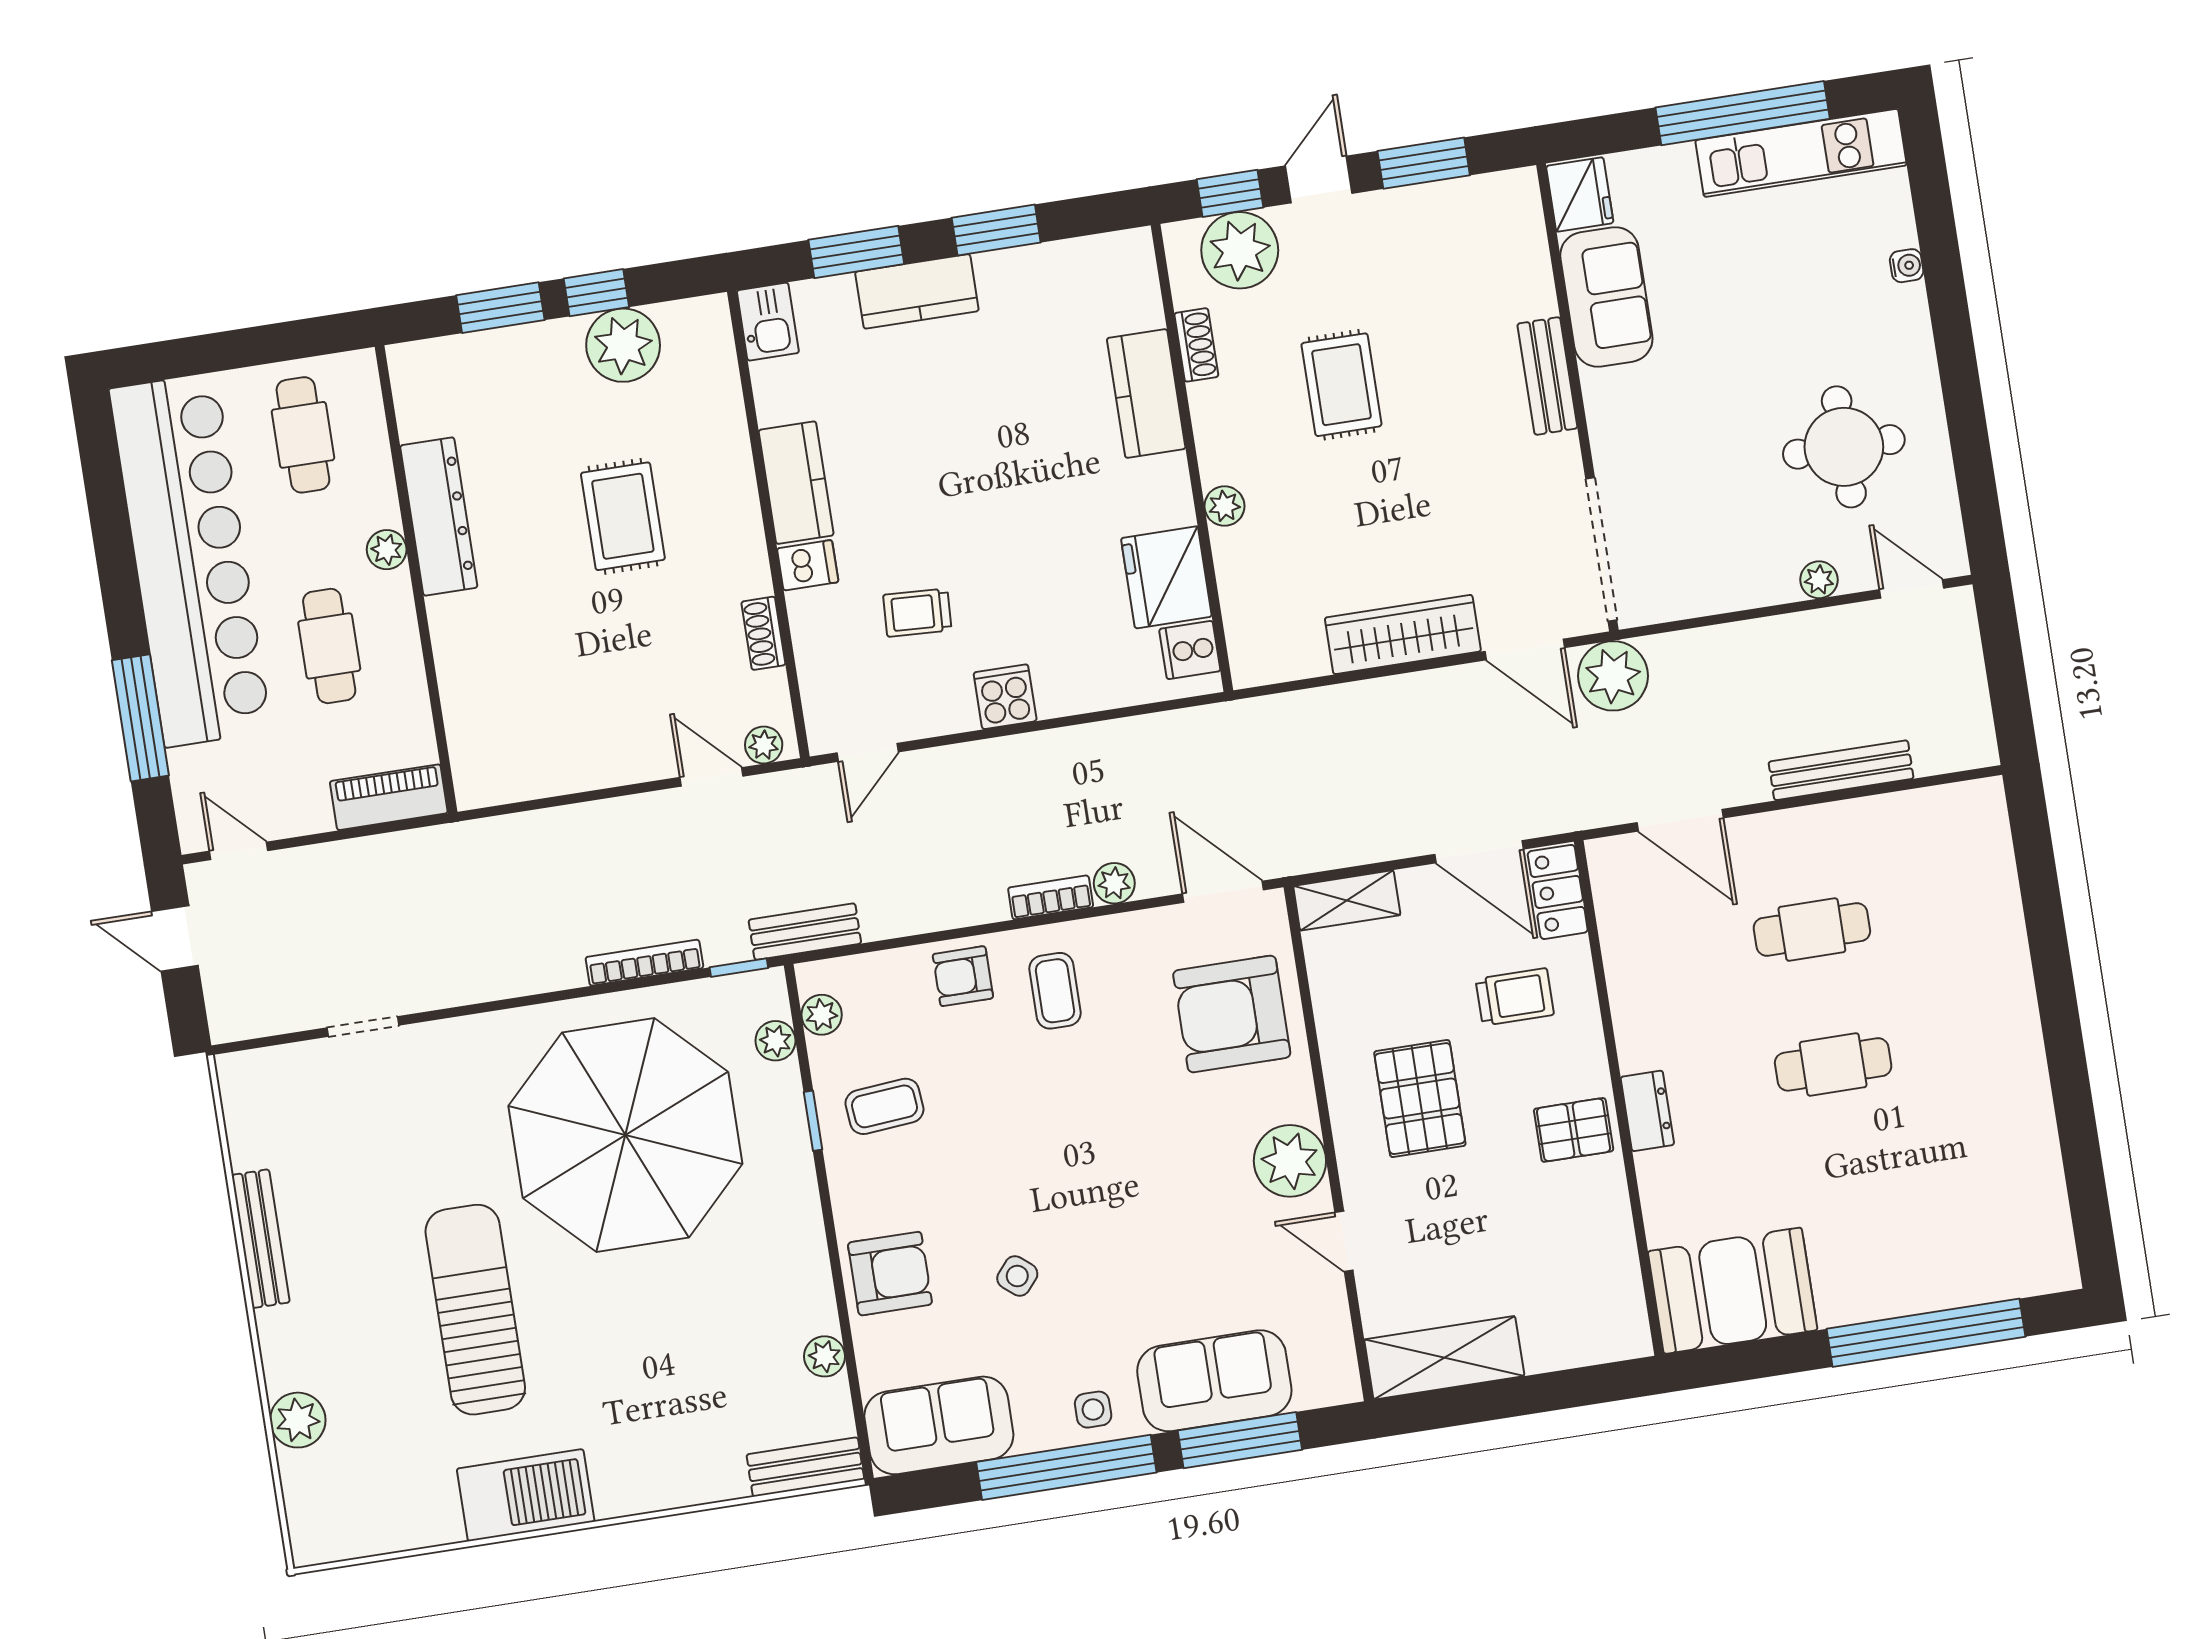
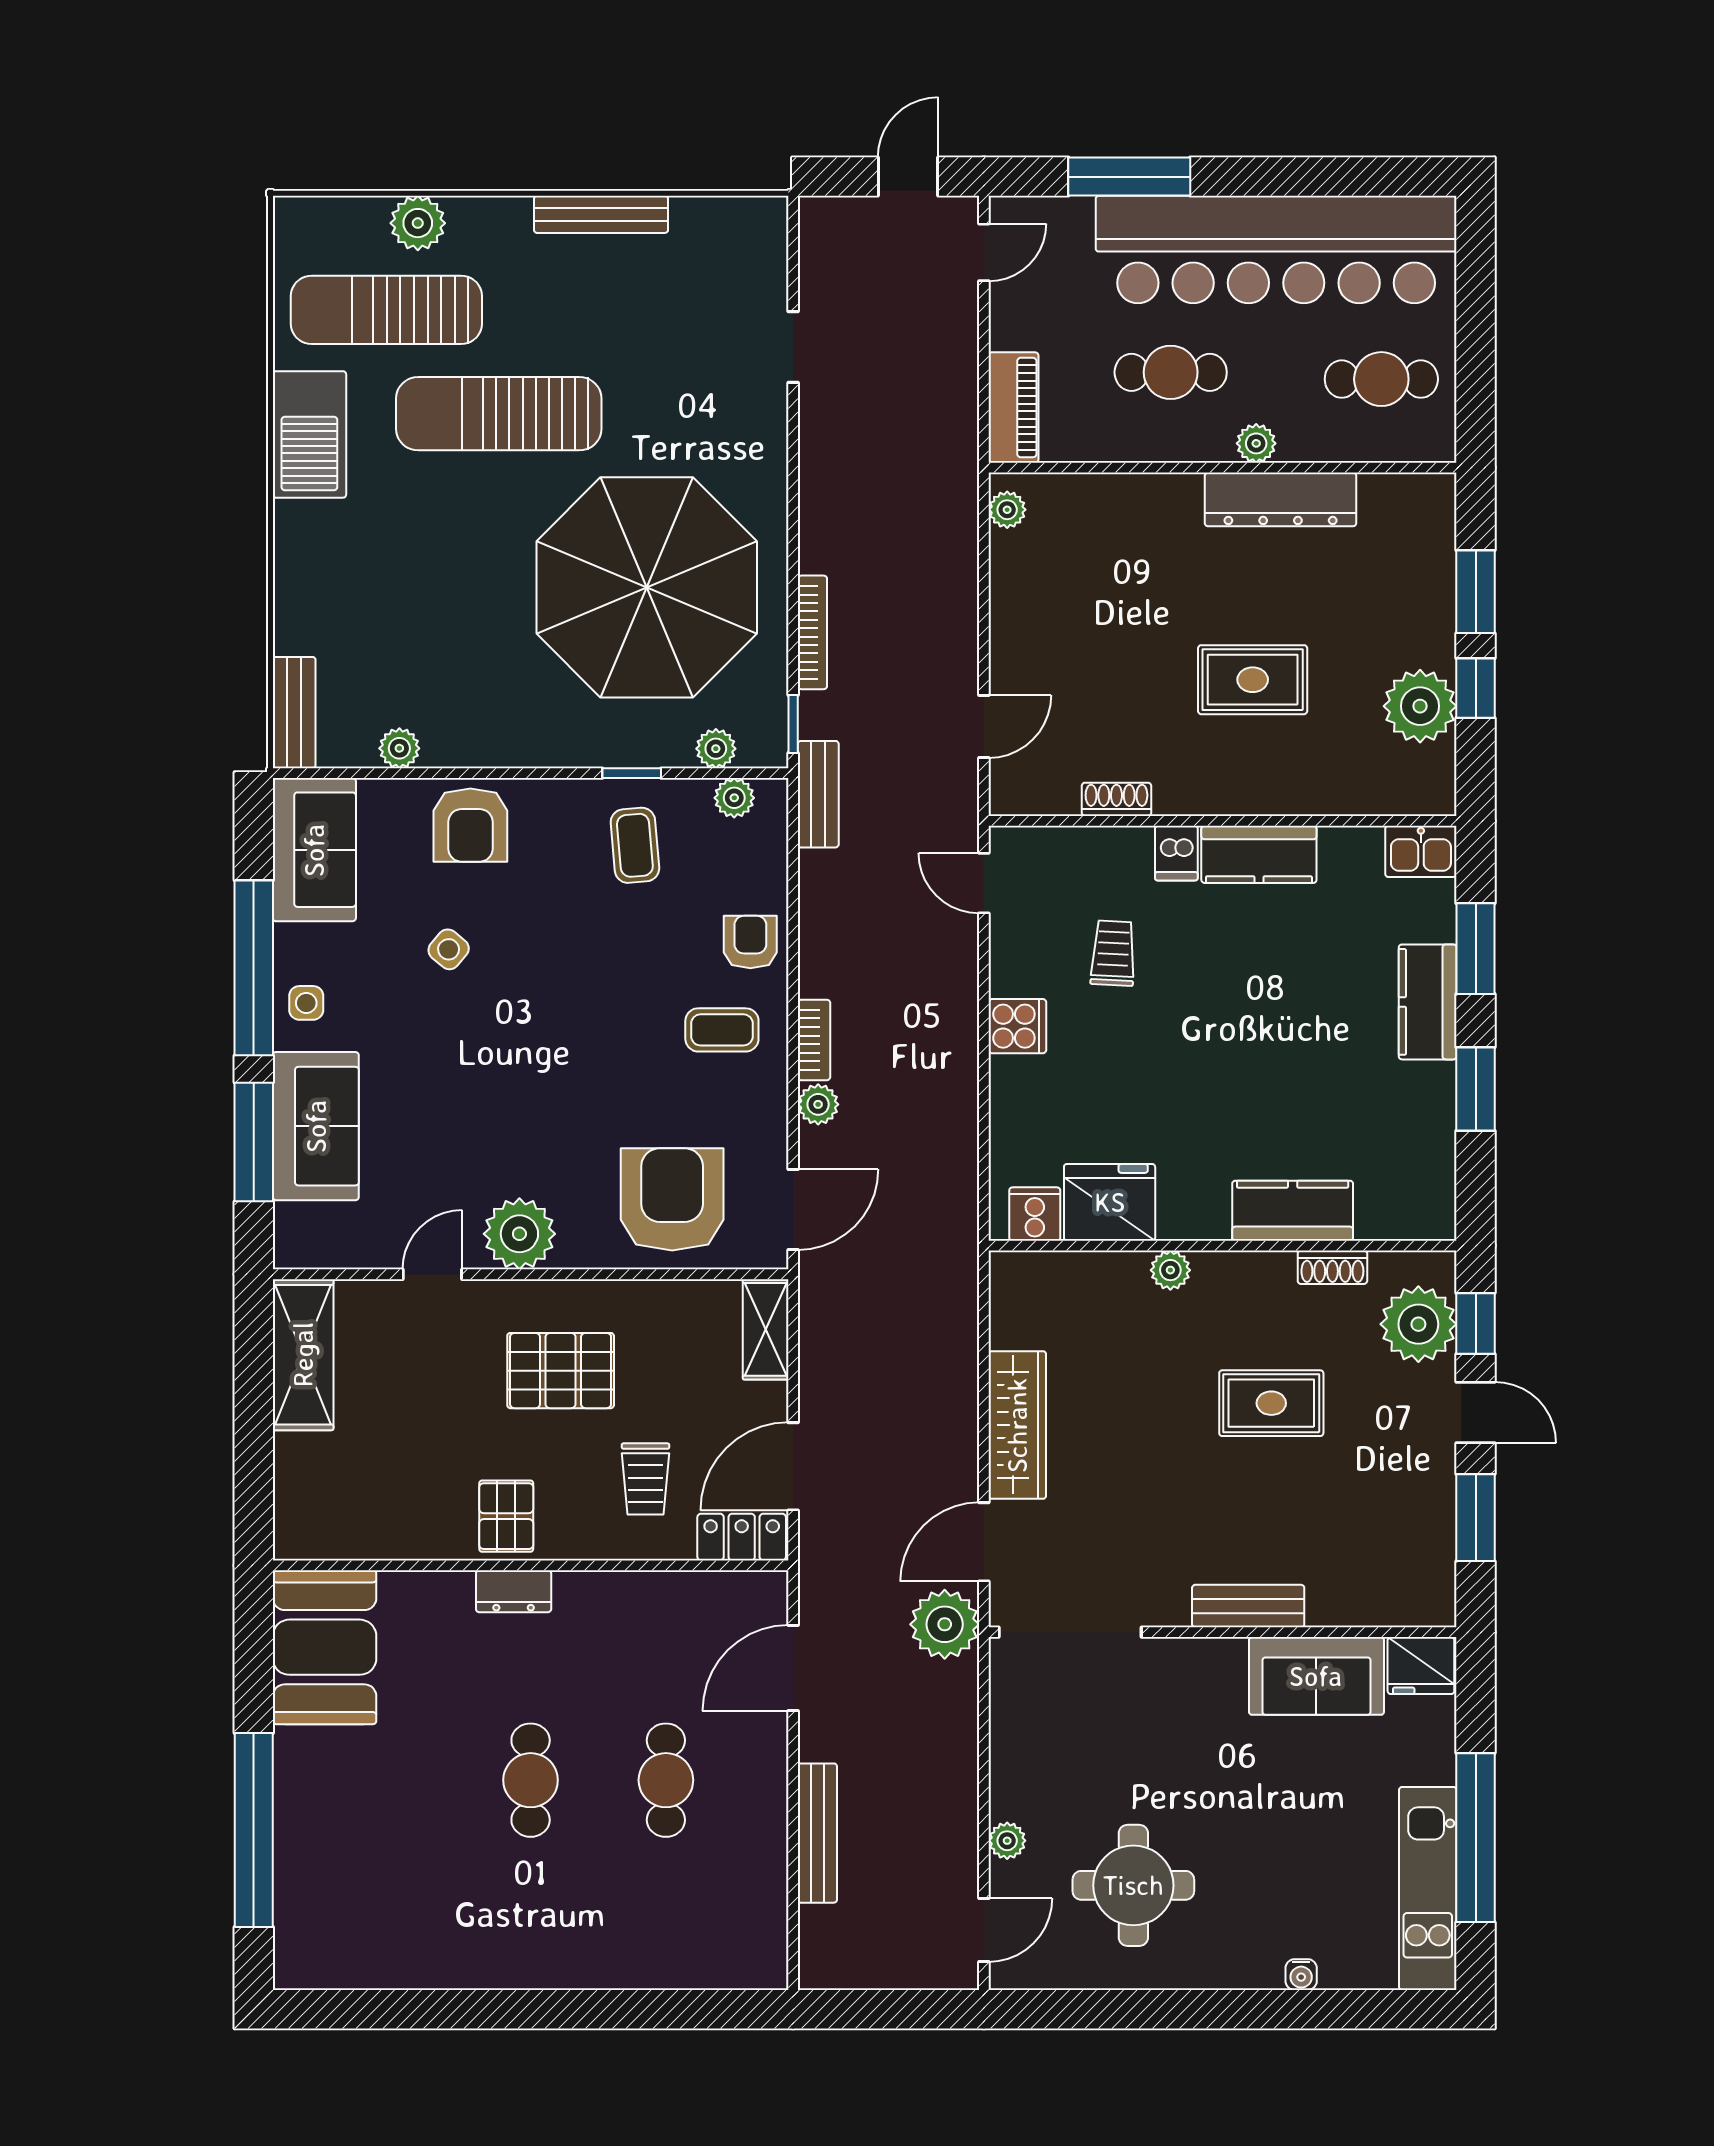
plant: (764, 745) -> (1007, 510), moved
sun lounger: (475, 1310) -> (499, 414), turned 180
sun lounger: (389, 1438) -> (386, 310), added

